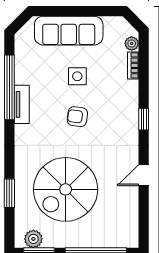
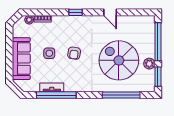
tv unit: (22, 104) -> (52, 87), moved
spiral stairs: (66, 189) -> (119, 60), turned 180
window: (9, 193) -> (121, 95), width x2.11
plant: (33, 239) -> (149, 64), moved

